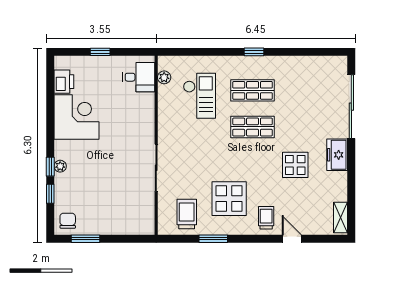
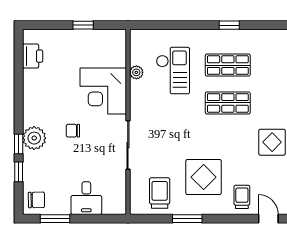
window: (100, 52) -> (83, 25), moved
desk: (139, 77) -> (86, 198), moved, turned 90
plant: (164, 77) -> (136, 72), moved
corner desk: (77, 117) -> (103, 91), moved, turned 180
chair: (103, 154) -> (73, 131), added
plant: (60, 166) -> (34, 138), width x1.88, depth x1.88
chair: (68, 221) -> (36, 200), turned 89

